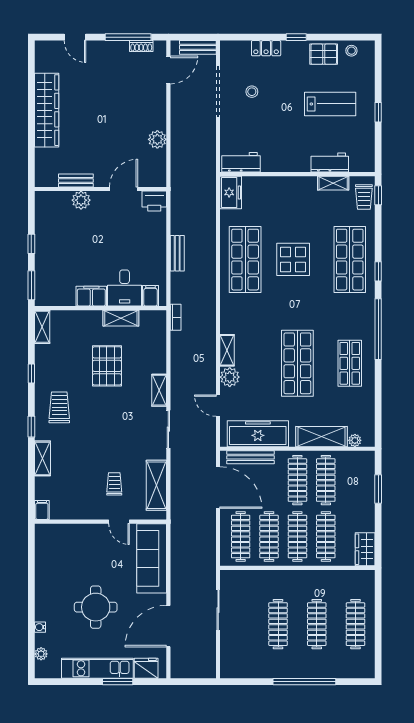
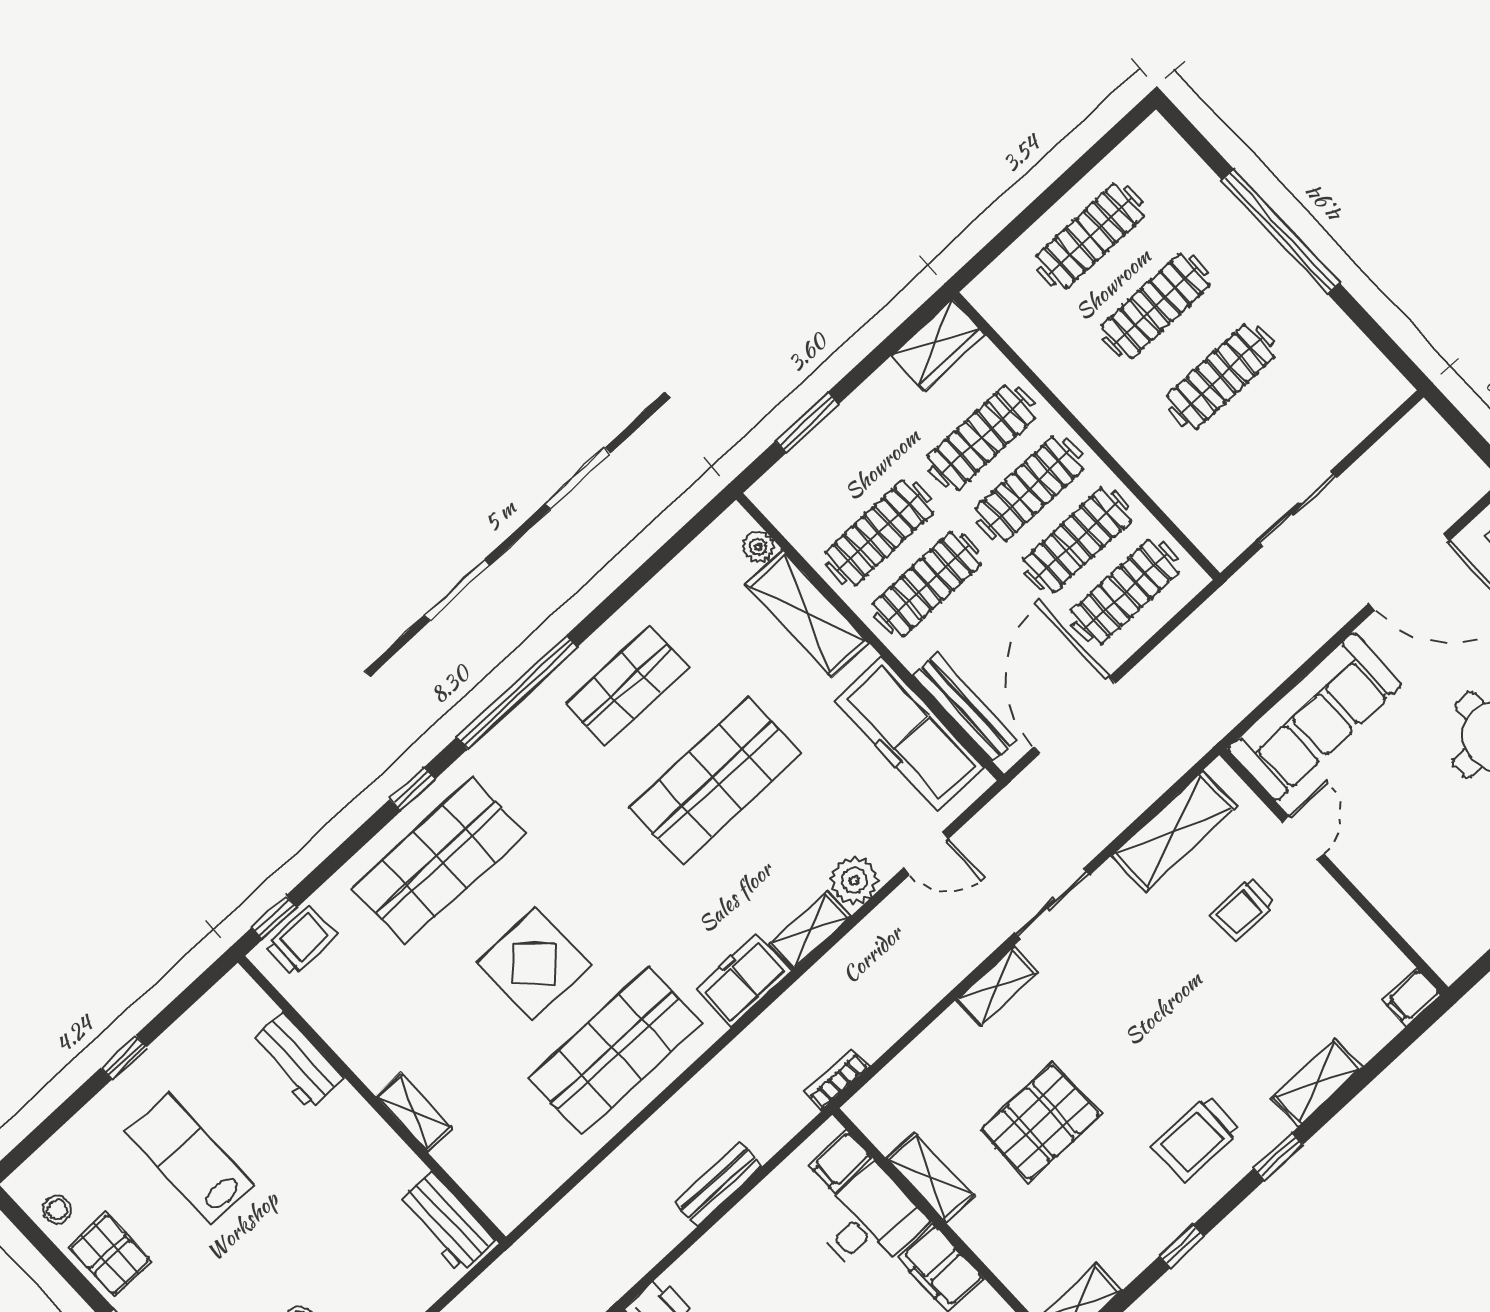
shelving: (333, 183) -> (414, 1112), moved
freezer: (231, 192) -> (743, 980), moved
door: (218, 406) -> (926, 853), hinge flipped

